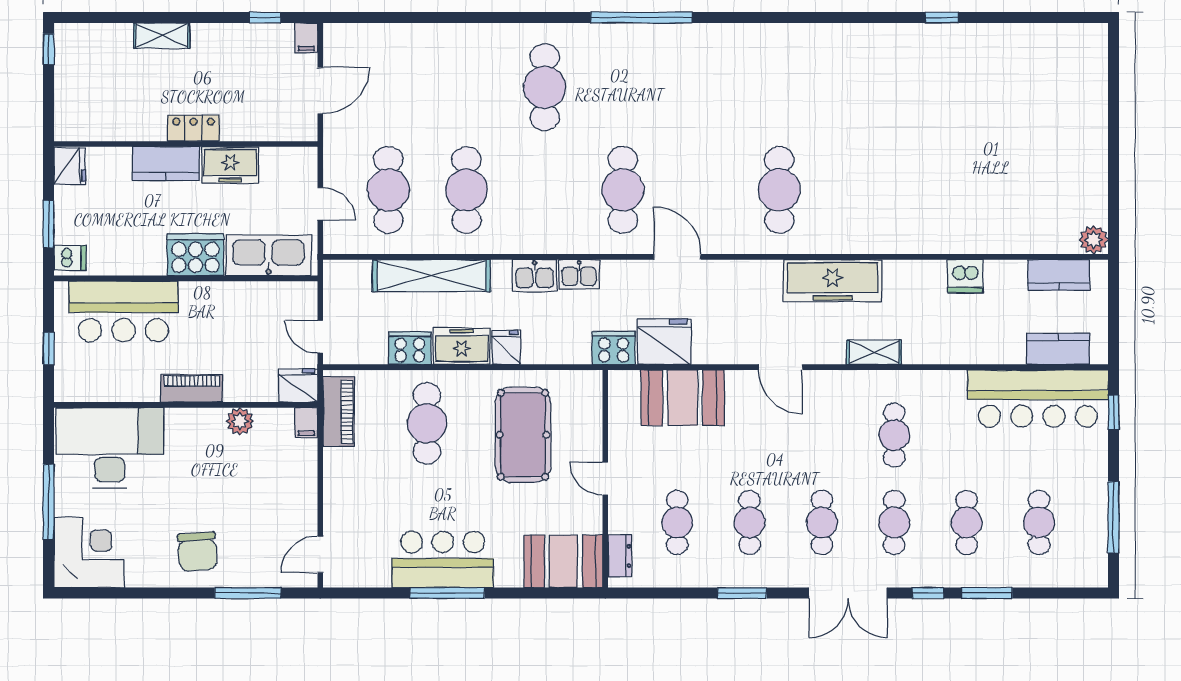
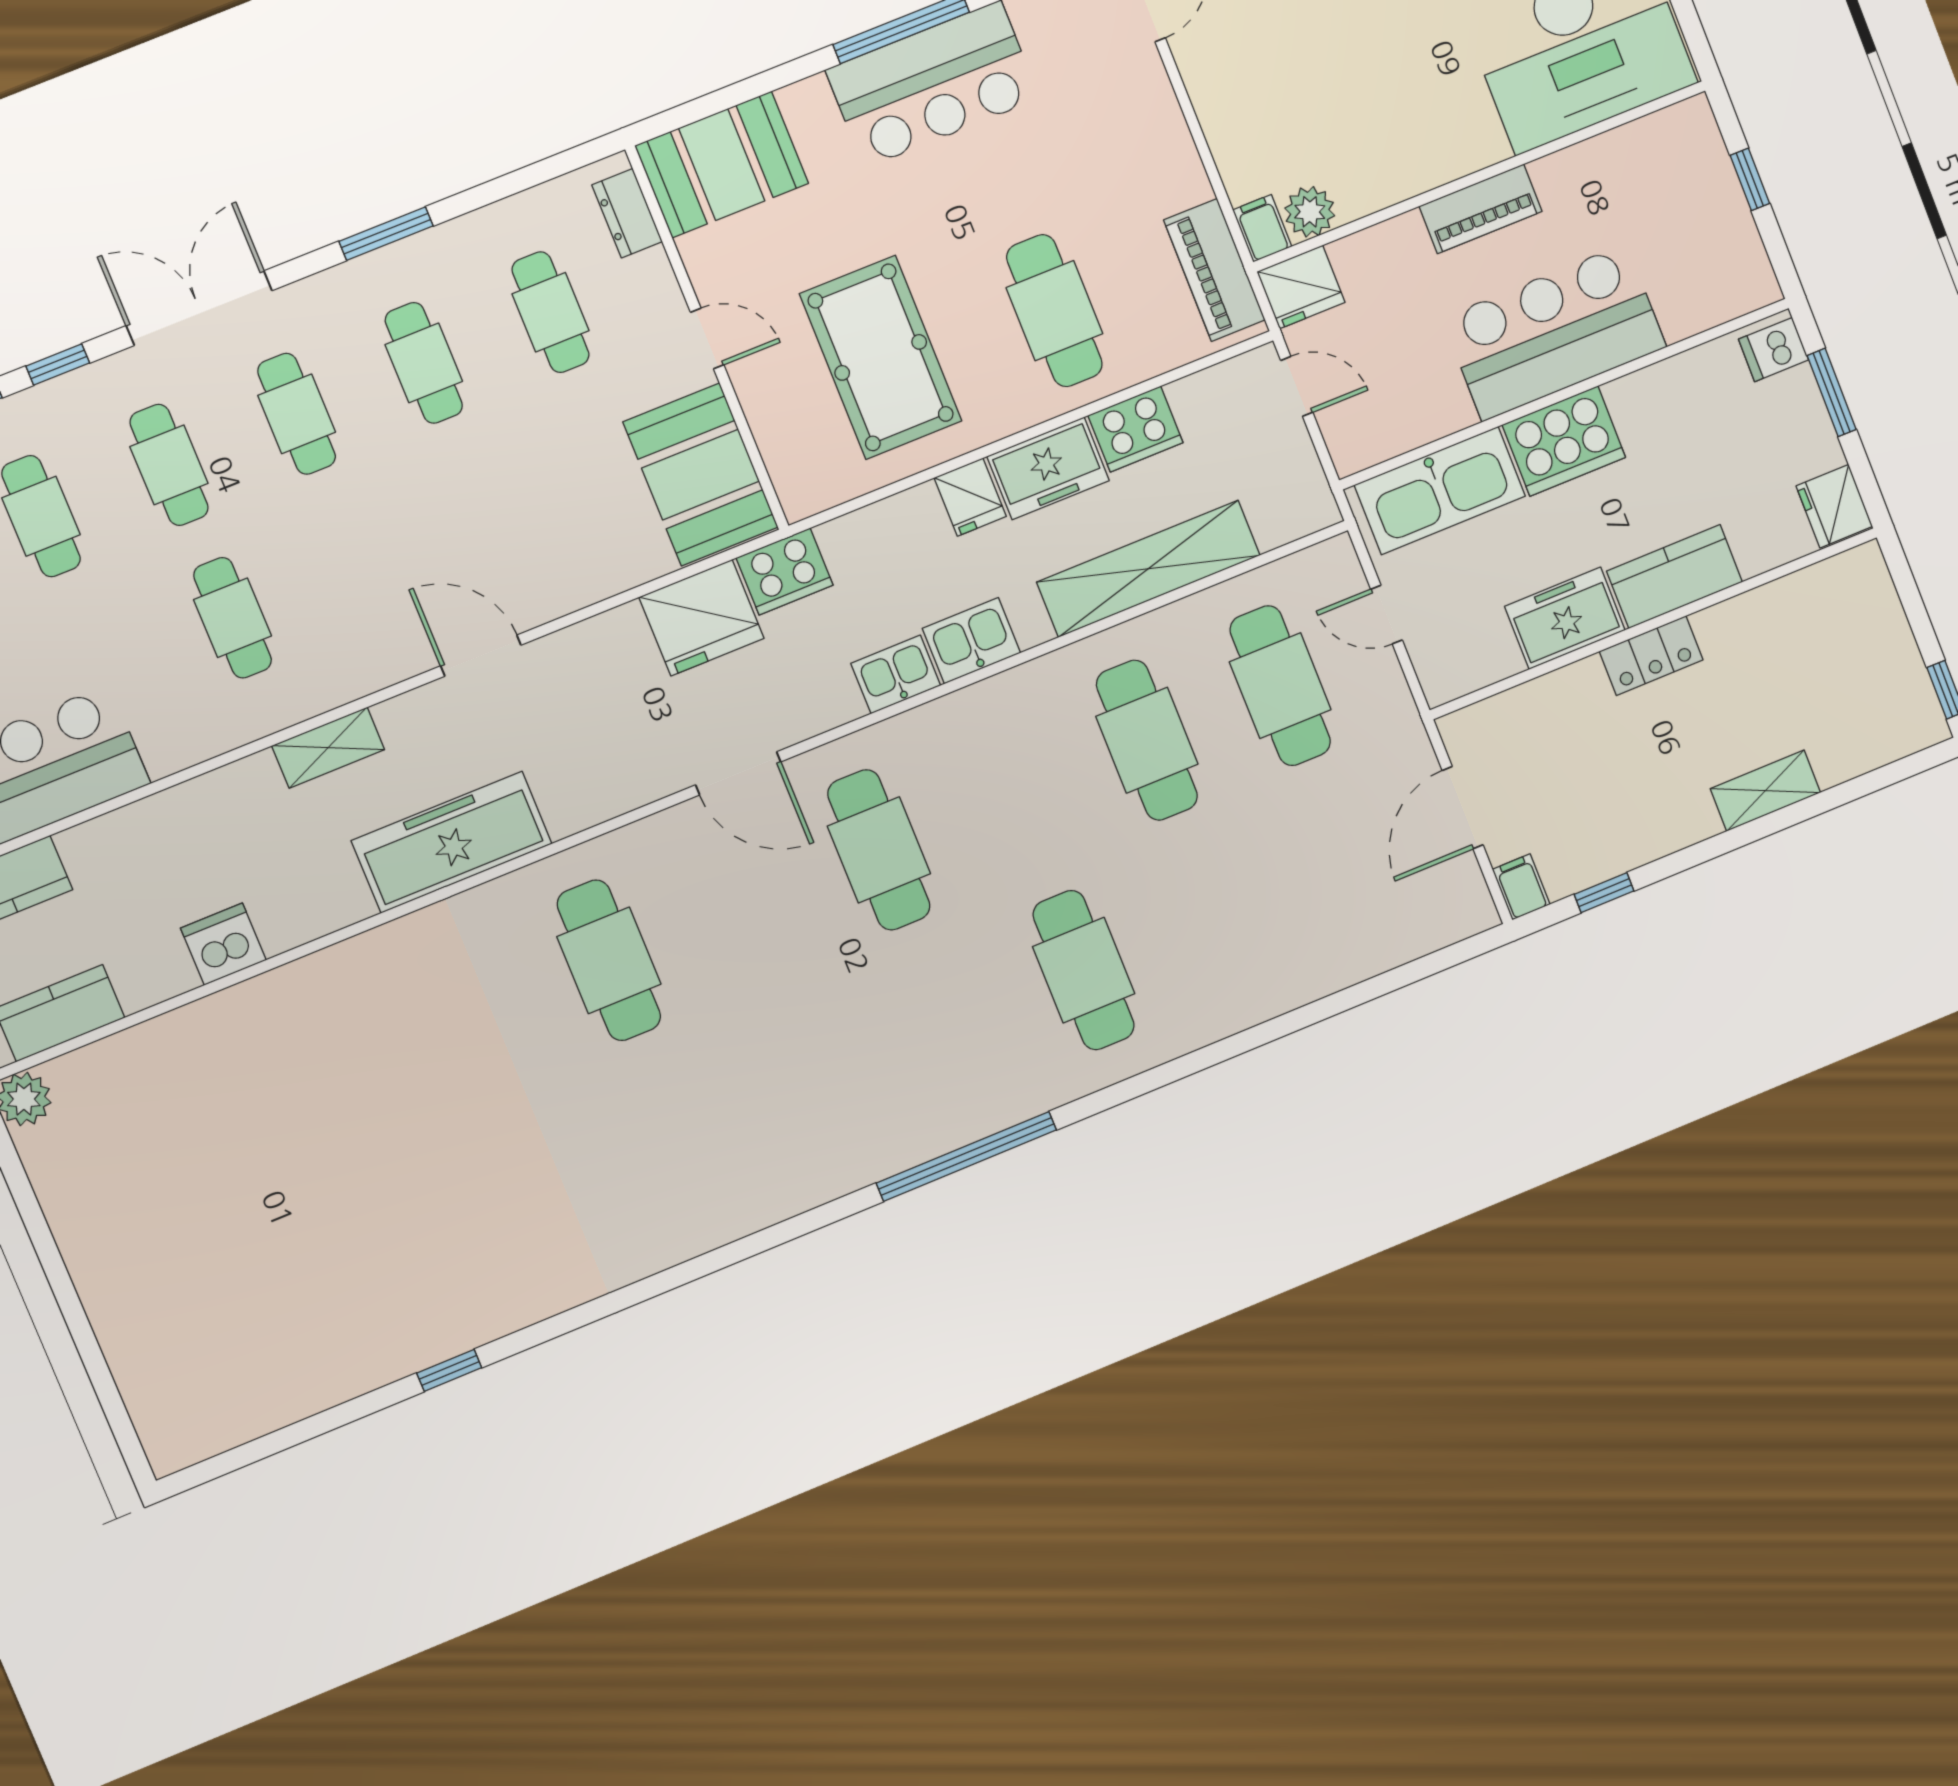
bar counter: (123, 311) -> (1554, 332), moved
booth: (683, 398) -> (700, 475), moved, turned 90
plant: (240, 421) -> (1310, 212), moved

